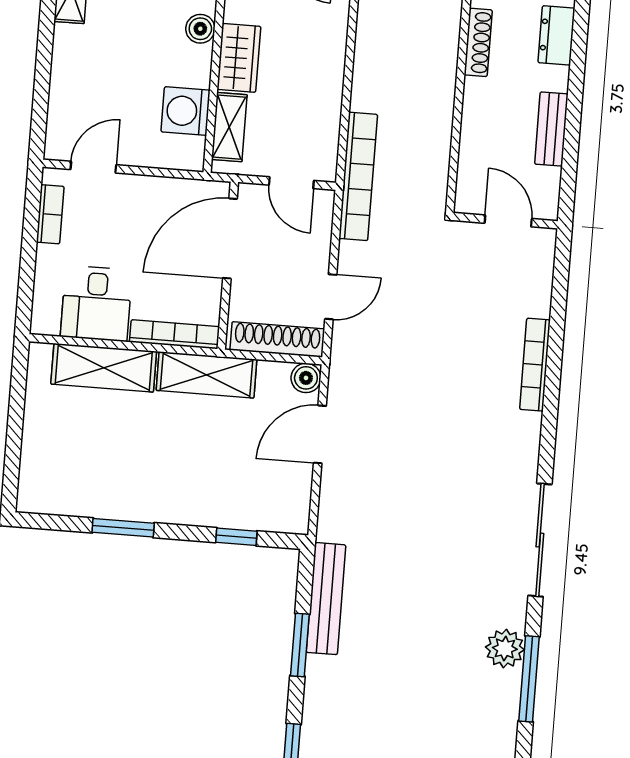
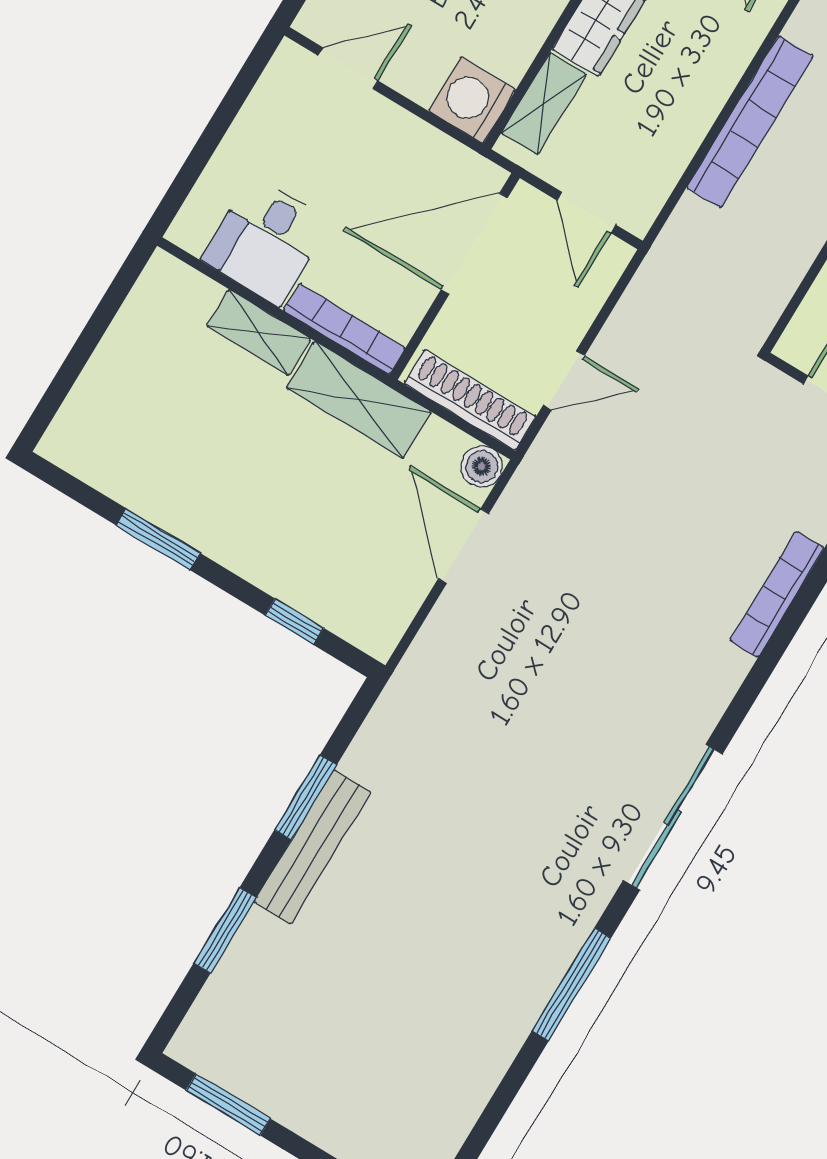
washing machine: (186, 111) -> (472, 100), moved
bookcase: (358, 176) -> (750, 122), moved
bookcase: (50, 214) -> (264, 100), removed
shelving: (104, 368) -> (259, 332), width x0.67, depth x0.75
door: (320, 434) -> (464, 546), hinge flipped
bench: (326, 599) -> (312, 847), moved
plant: (505, 648) -> (560, 931), removed

